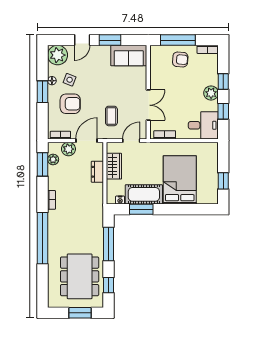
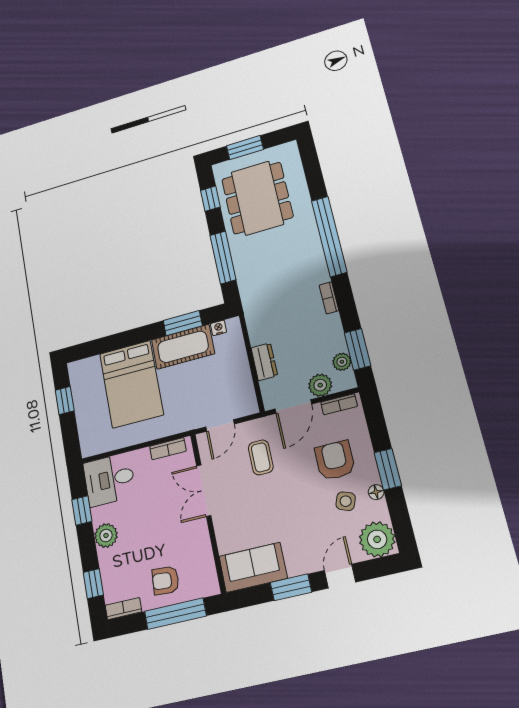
window: (223, 81) -> (93, 584), moved
armchair: (70, 104) -> (335, 460), turned 90
wardrobe: (114, 166) -> (239, 378), removed

